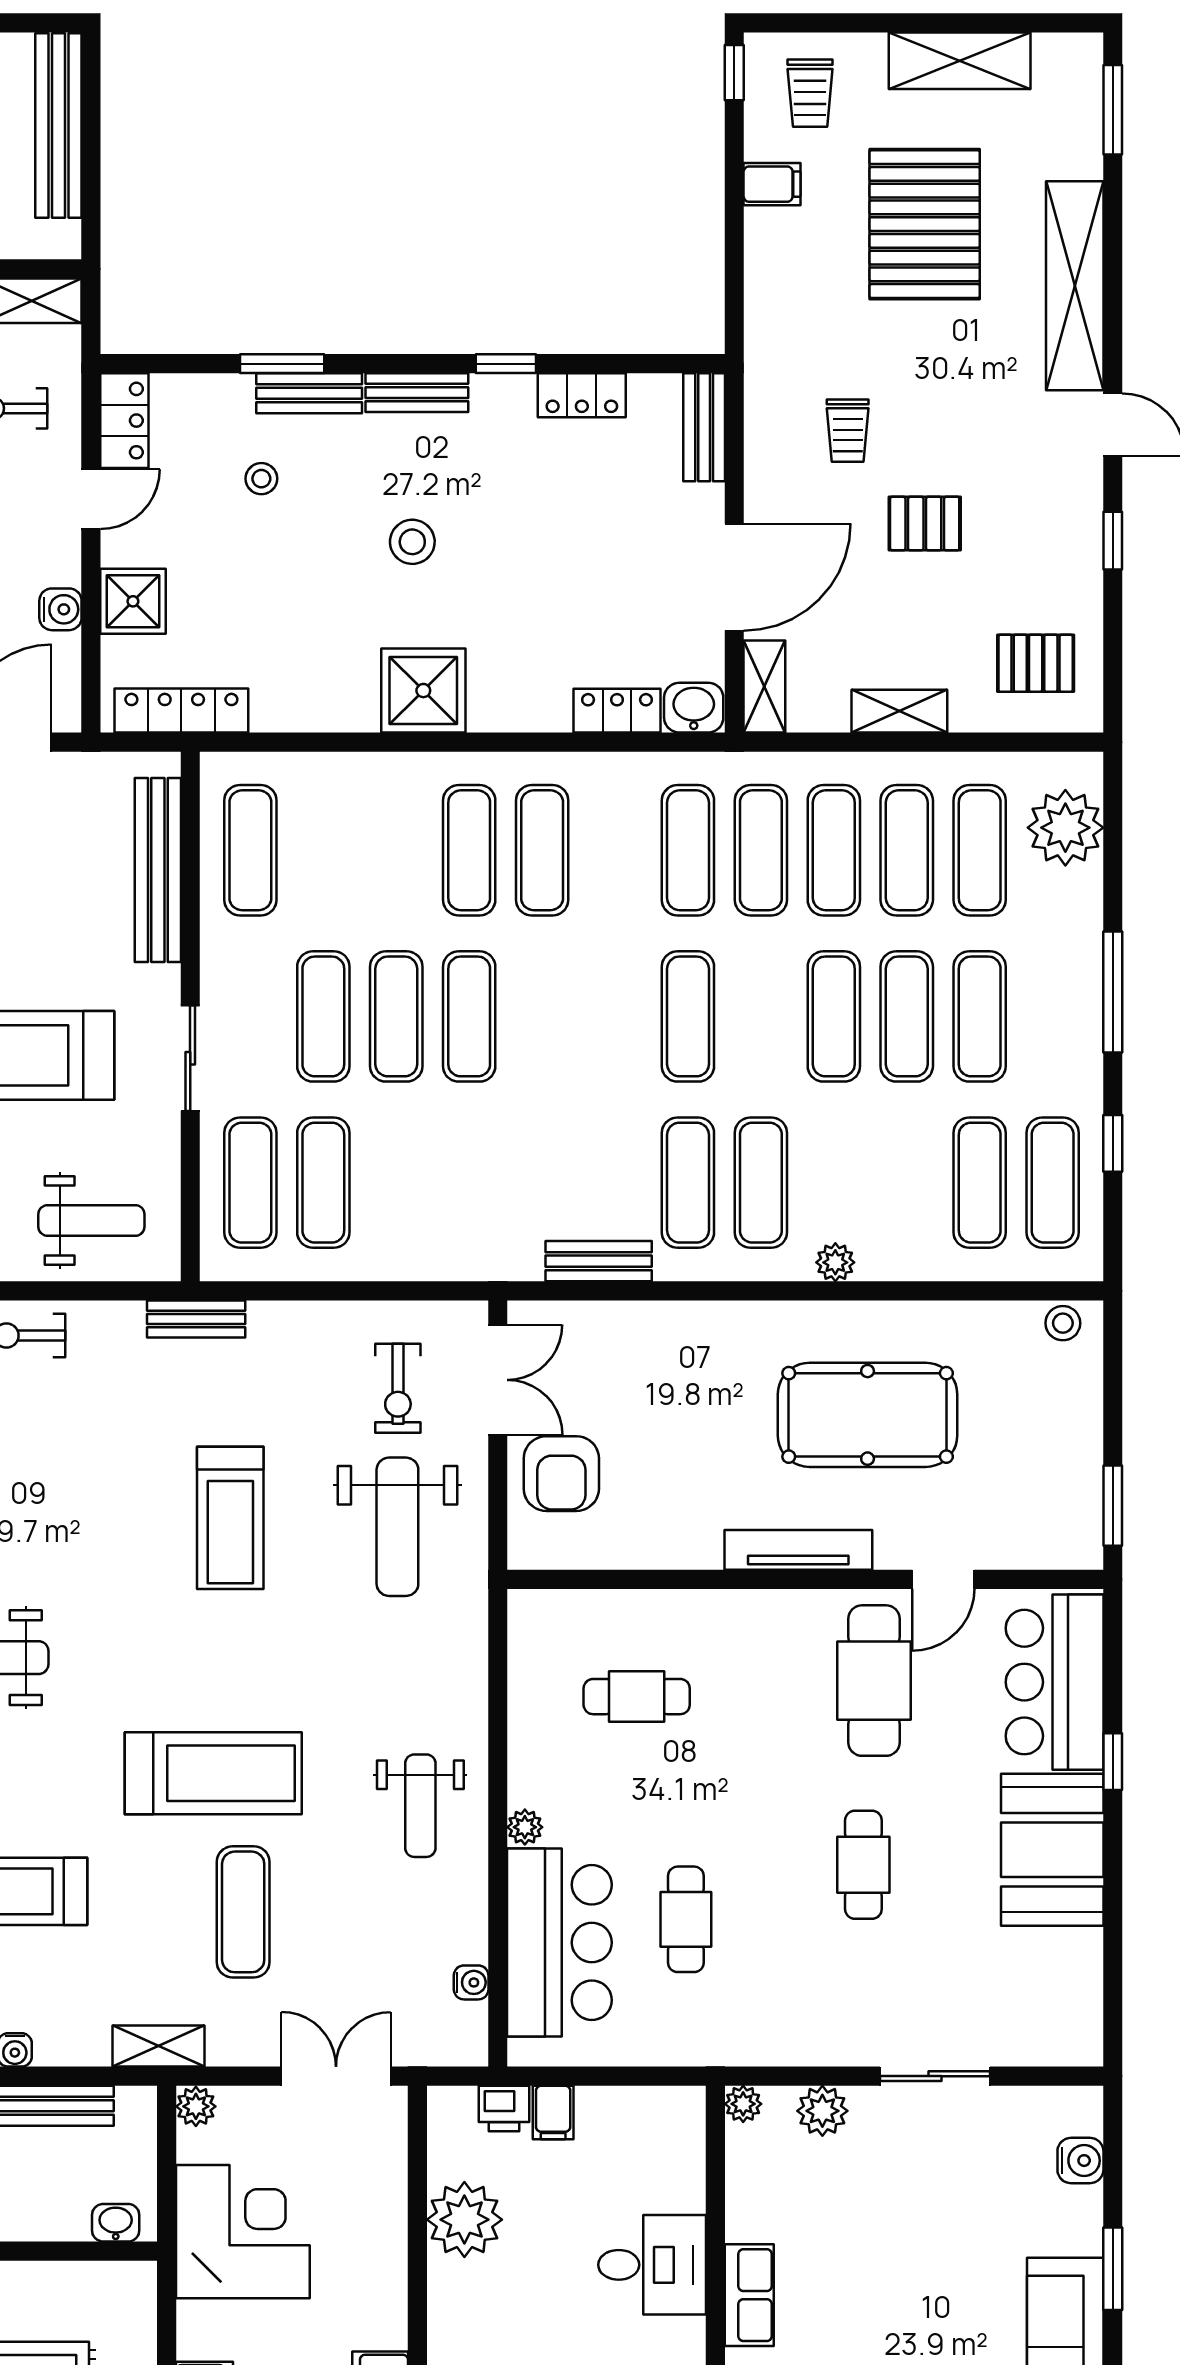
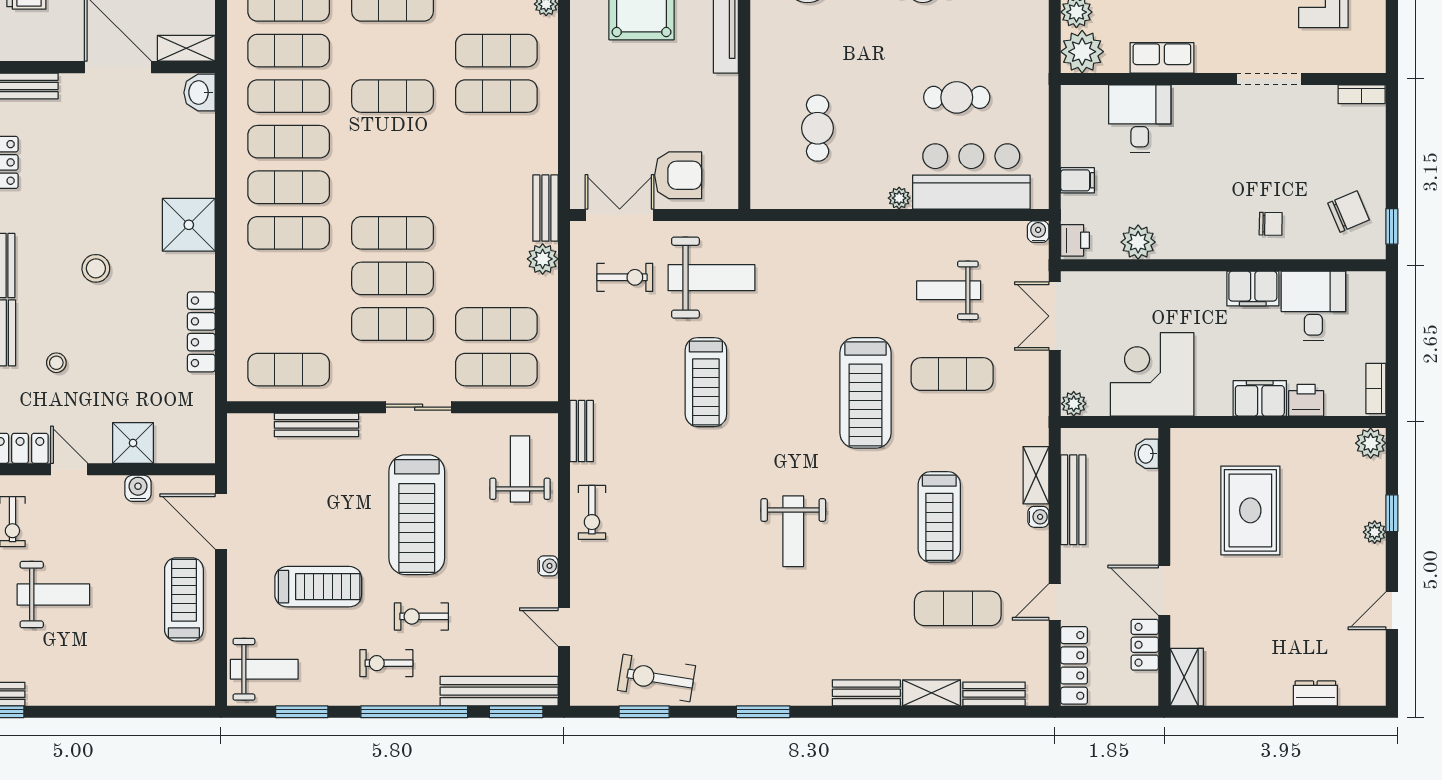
shower: (423, 691) -> (189, 225), moved
locker: (181, 711) -> (201, 332), moved
locker: (617, 711) -> (201, 140), removed
exercise mat: (615, 850) -> (289, 142), added
bench: (158, 870) -> (316, 425), width x0.73, depth x0.82
plant: (427, 1257) -> (543, 259), added
bench: (599, 1261) -> (545, 208), moved
bench: (196, 1319) -> (582, 431), moved
treadmill: (230, 1518) -> (706, 382), turned 90
treadmill: (213, 1773) -> (865, 393), turned 180
weight bench: (420, 1806) -> (949, 290), moved, turned 180
water cooler: (471, 1982) -> (1038, 232), moved
shelving: (158, 2046) -> (1036, 475), moved
plant: (743, 2104) -> (1082, 52), width x1.88, depth x1.88
printer: (504, 2108) -> (1075, 240), moved
plant: (464, 2220) -> (1138, 242), width x0.73, depth x0.73
desk: (652, 2265) -> (1140, 119), moved
row of seats: (749, 2295) -> (1162, 58), moved

